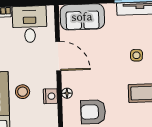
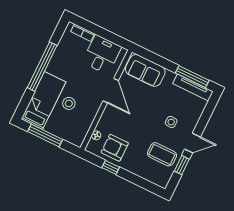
floor lamp: (67, 93) -> (96, 135), moved
nightstand: (50, 96) -> (88, 118), removed

